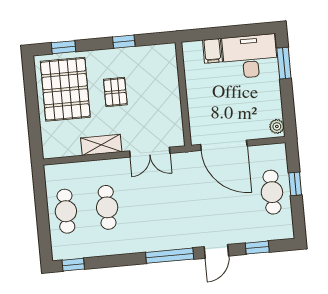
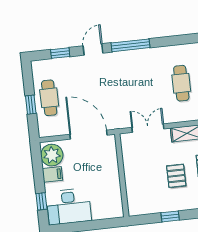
filing cabinet: (212, 51) -> (52, 174), moved, turned 90
window: (284, 63) -> (41, 201), width x0.67
plant: (277, 126) -> (52, 155), width x1.88, depth x1.88

